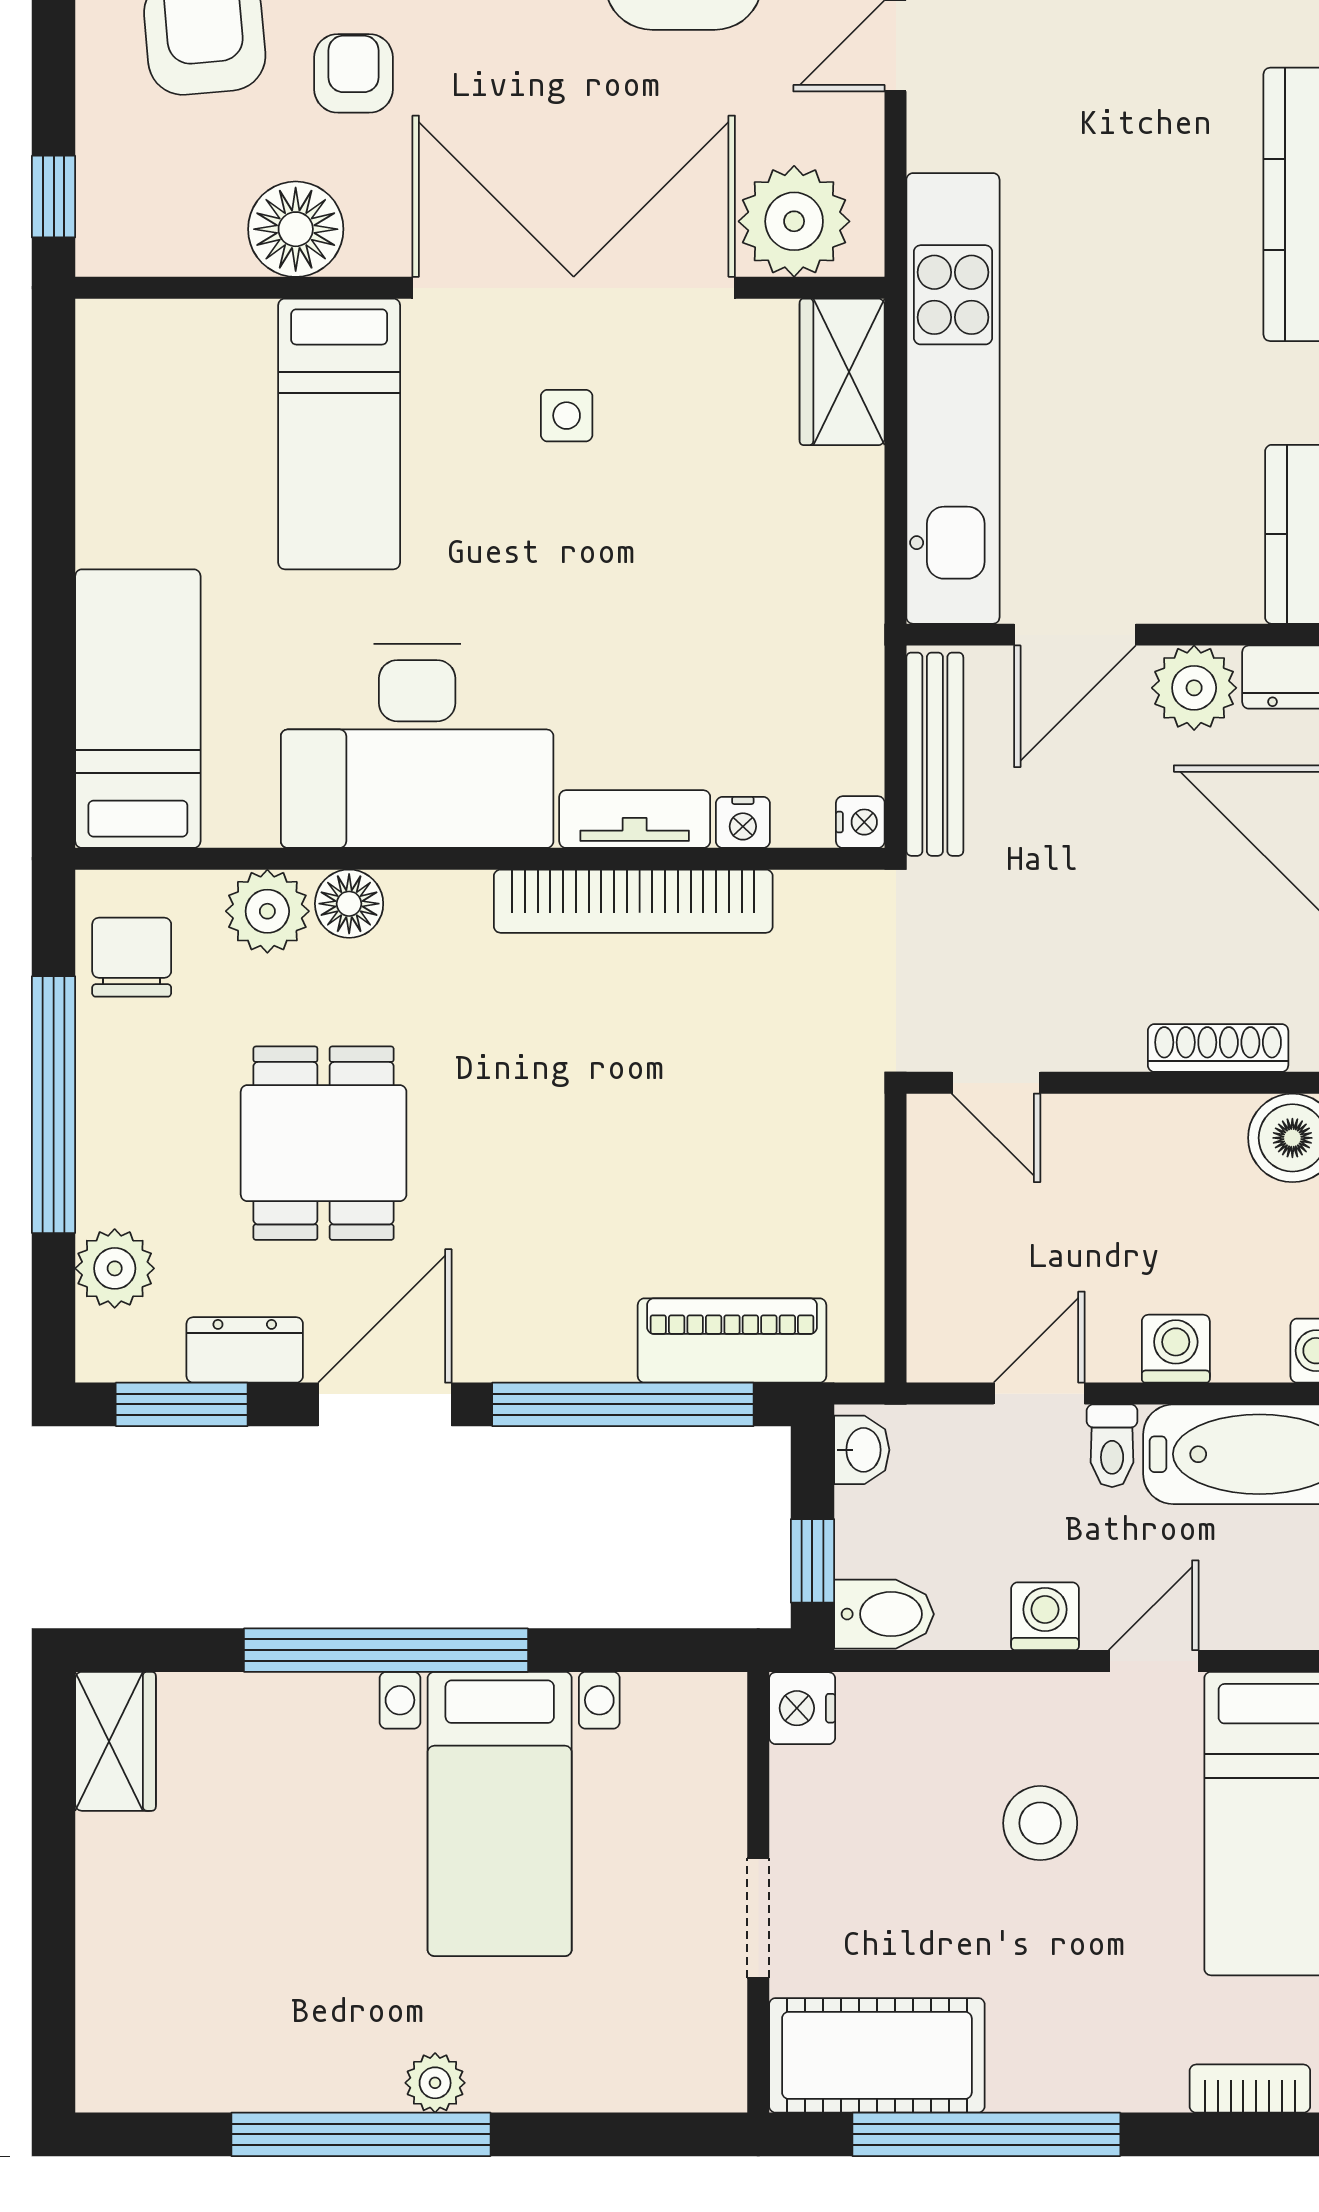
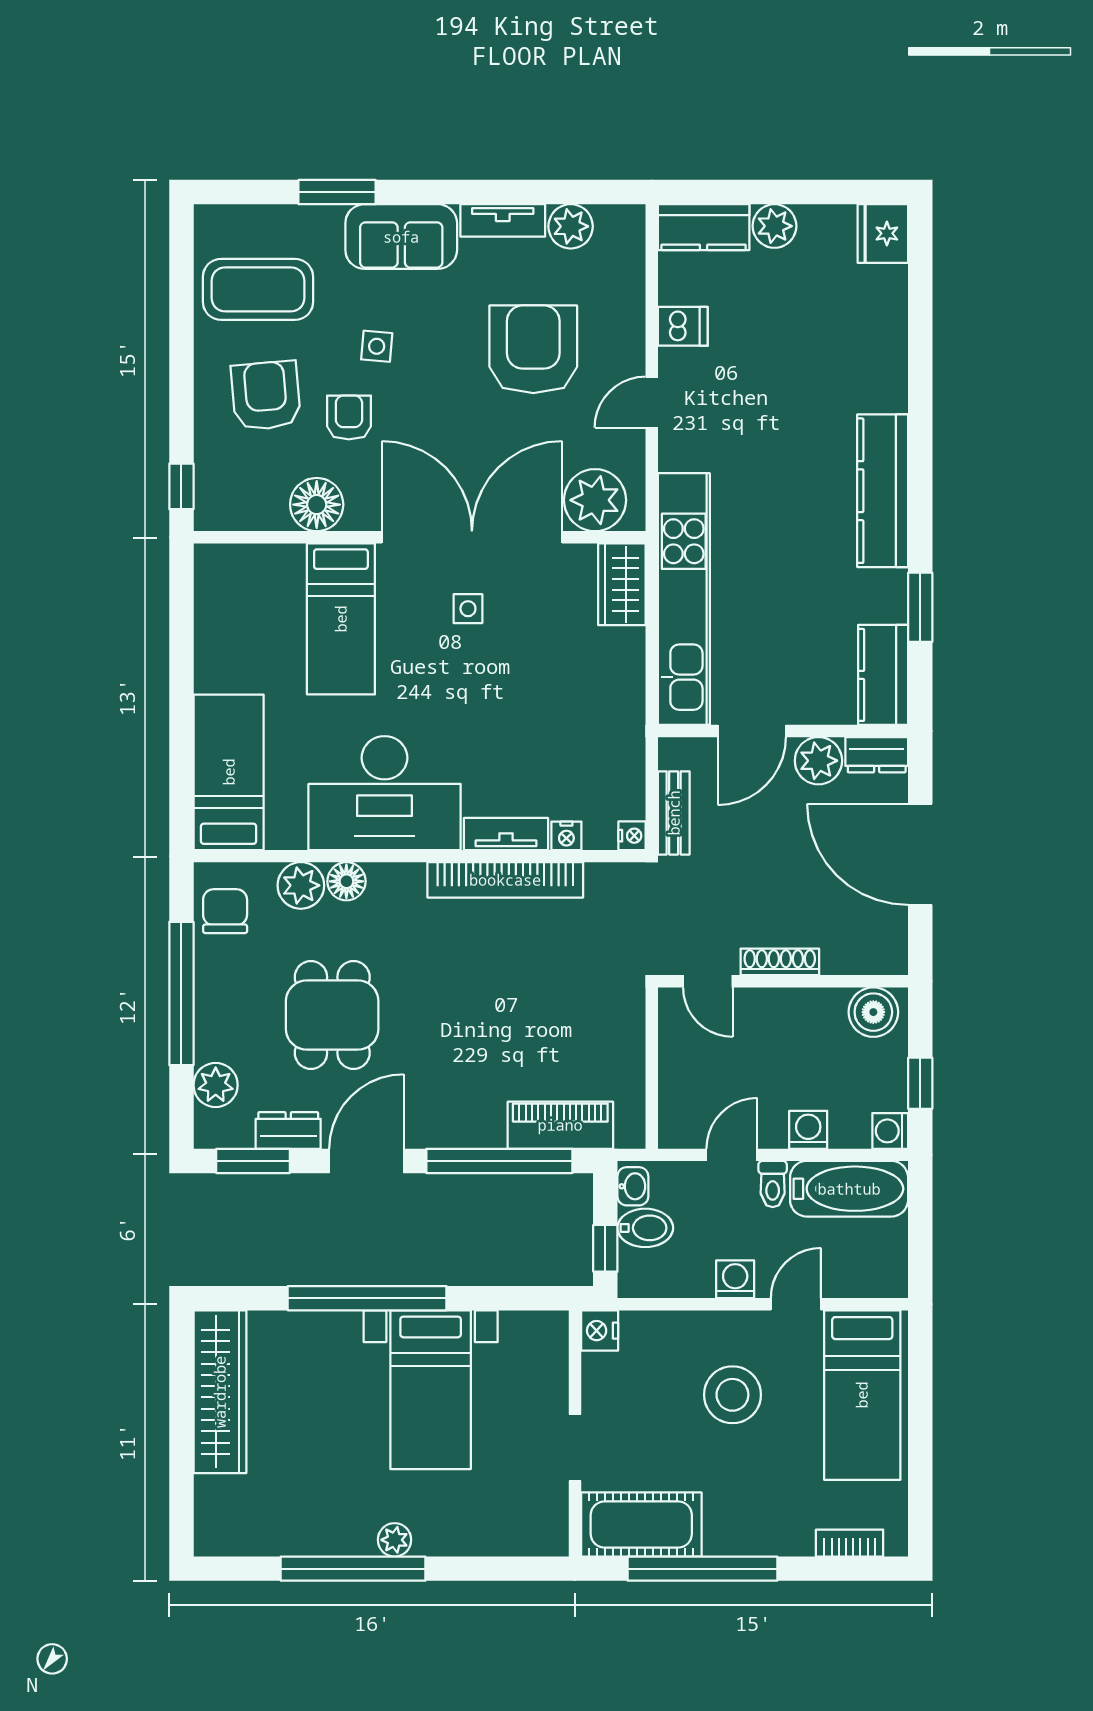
bench: (935, 754) -> (674, 813), width x0.73
shoe rack: (1218, 1048) -> (780, 962), moved
bidet: (884, 1614) -> (645, 1228), moved
wardrobe: (116, 1741) -> (220, 1392), width x2.10, depth x1.17
stool: (1040, 1823) -> (732, 1395), width x1.38, depth x1.38

